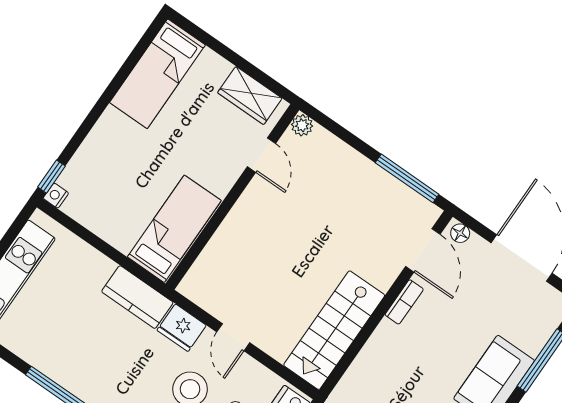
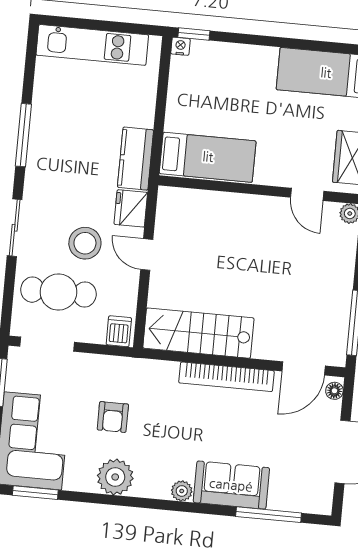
door: (261, 155) -> (307, 194), hinge flipped
bookcase: (404, 302) -> (226, 377), width x2.31, depth x1.31
door: (233, 337) -> (147, 254), hinge flipped

